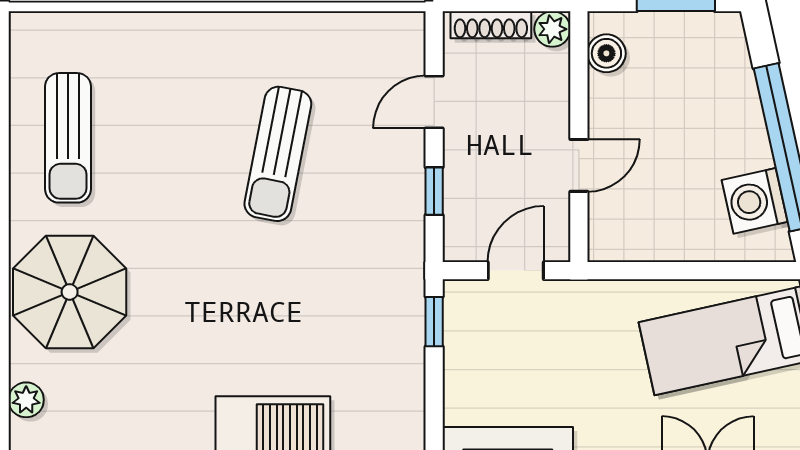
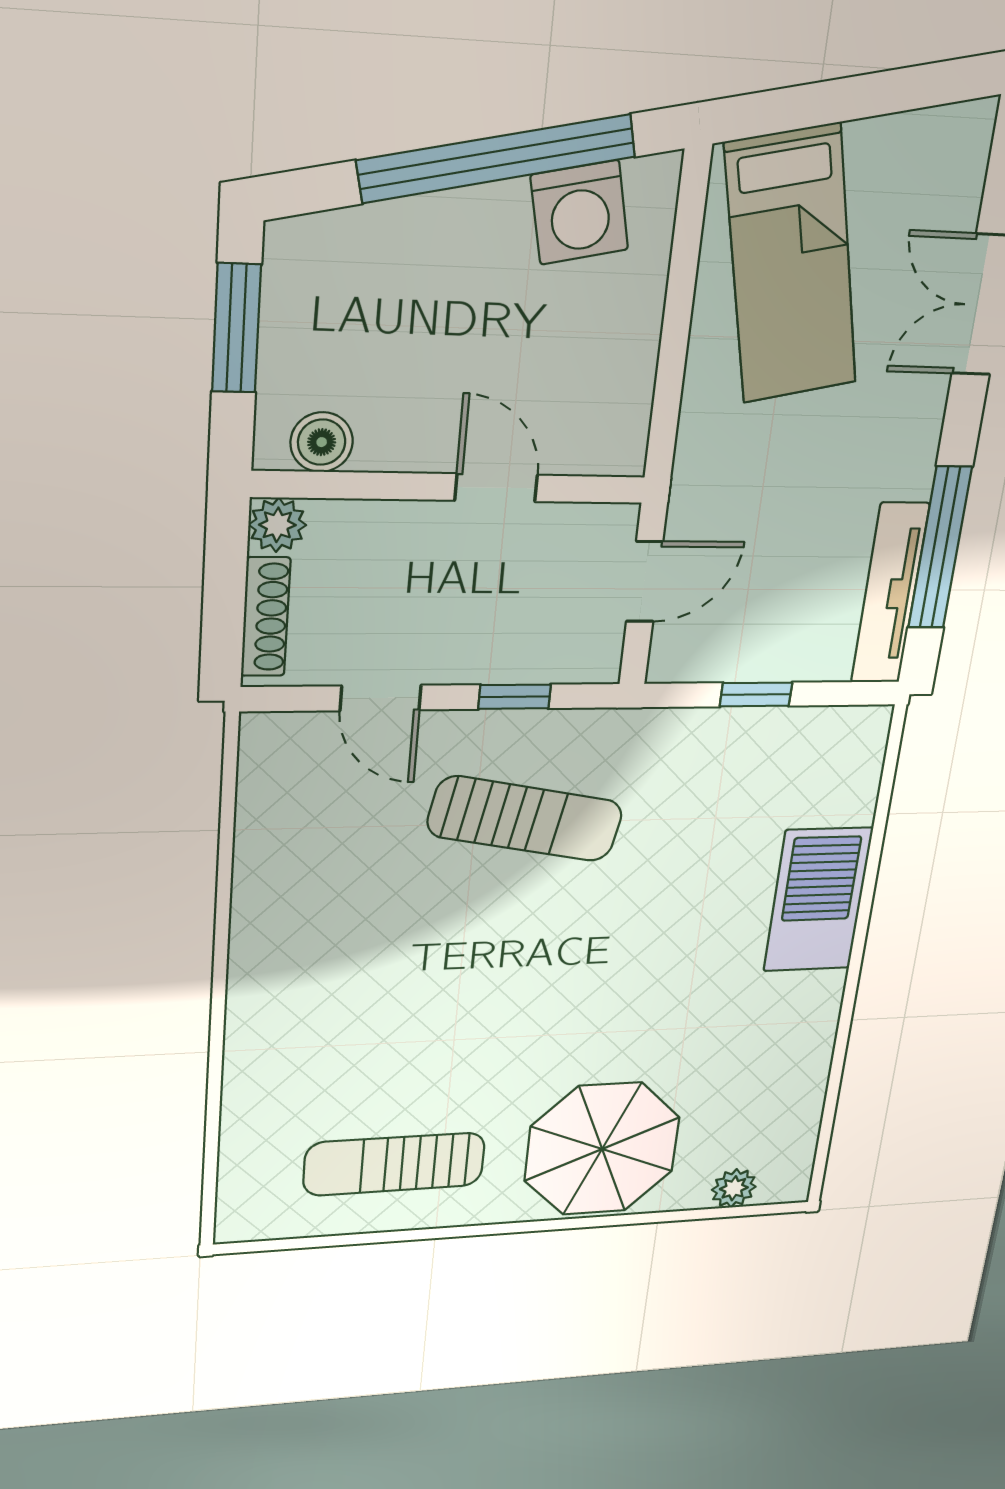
sun lounger: (68, 138) -> (394, 1164), turned 180
sun lounger: (278, 154) -> (525, 819), moved
door: (516, 271) -> (645, 582), swing flipped
window: (434, 322) -> (756, 694), moved

